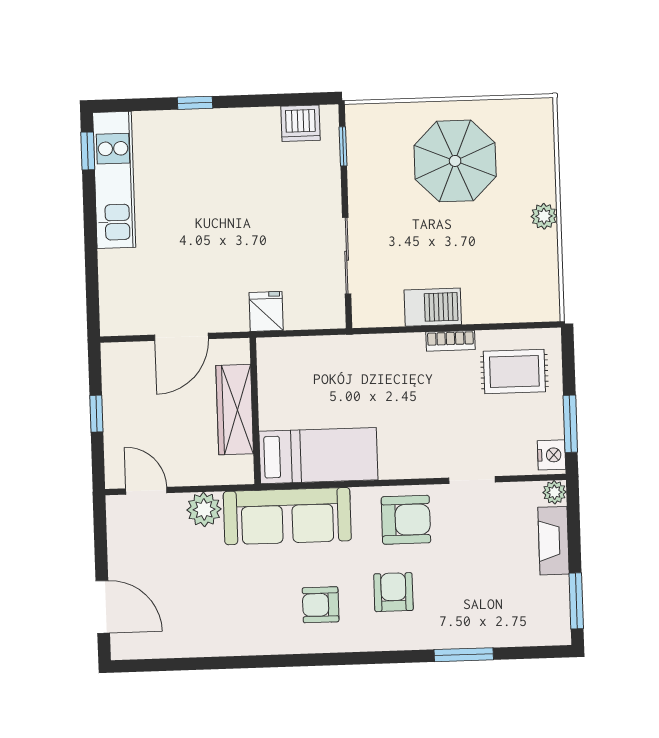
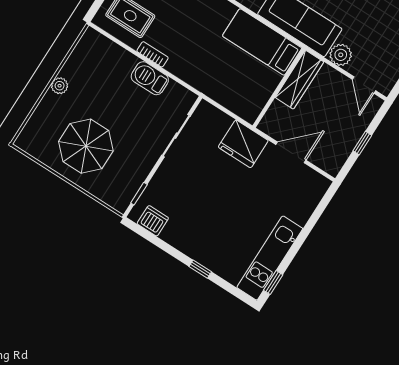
fridge: (266, 311) -> (243, 144), width x1.88, depth x1.34
wardrobe: (235, 410) -> (299, 80), moved

